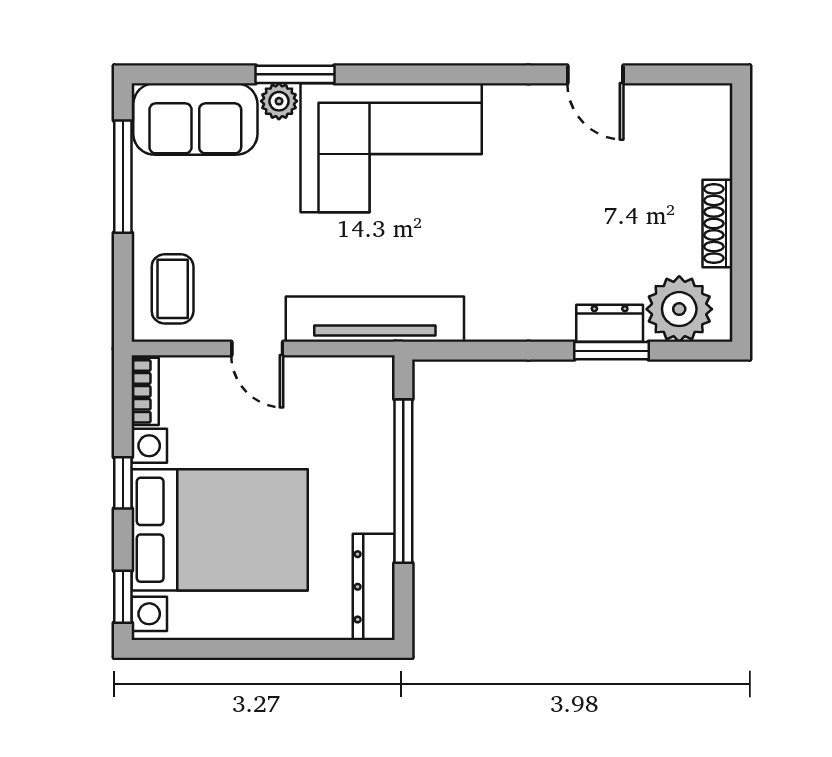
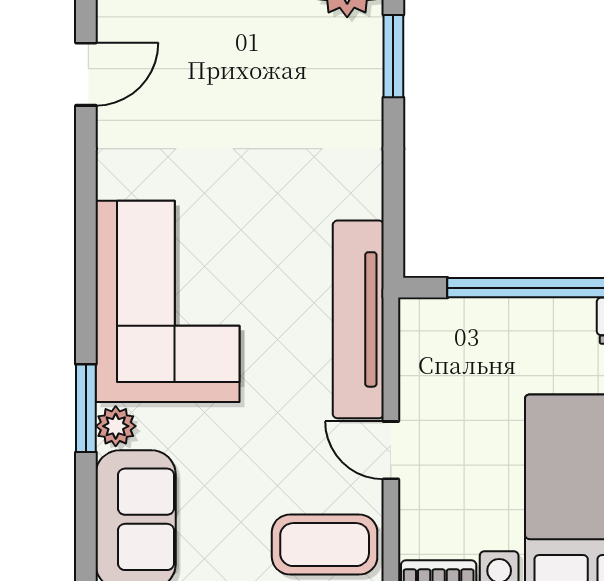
coffee table: (173, 289) -> (325, 545), width x1.36, depth x1.30
dresser: (610, 323) -> (363, 58), removed
door: (257, 348) -> (391, 450), swing flipped

